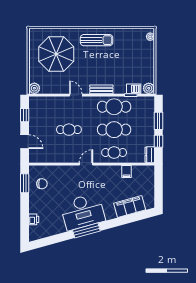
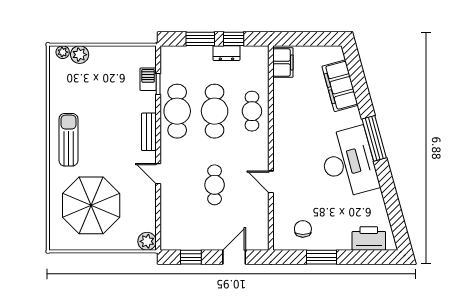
plant: (149, 88) -> (80, 55), moved
door: (76, 95) -> (158, 174), hinge flipped
dresser: (150, 155) -> (226, 53), moved
door: (86, 164) -> (271, 182), moved
filing cabinet: (126, 172) -> (283, 63), moved, width x2.00
window: (25, 183) -> (322, 257), moved
printer: (34, 219) -> (369, 238), width x1.87, depth x1.48
window: (86, 230) -> (374, 138), moved

